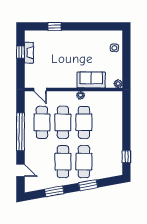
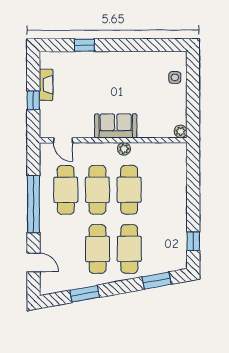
window: (20, 52) -> (33, 100), moved
sofa: (91, 80) -> (116, 126), moved
window: (88, 185) -> (157, 281), moved

